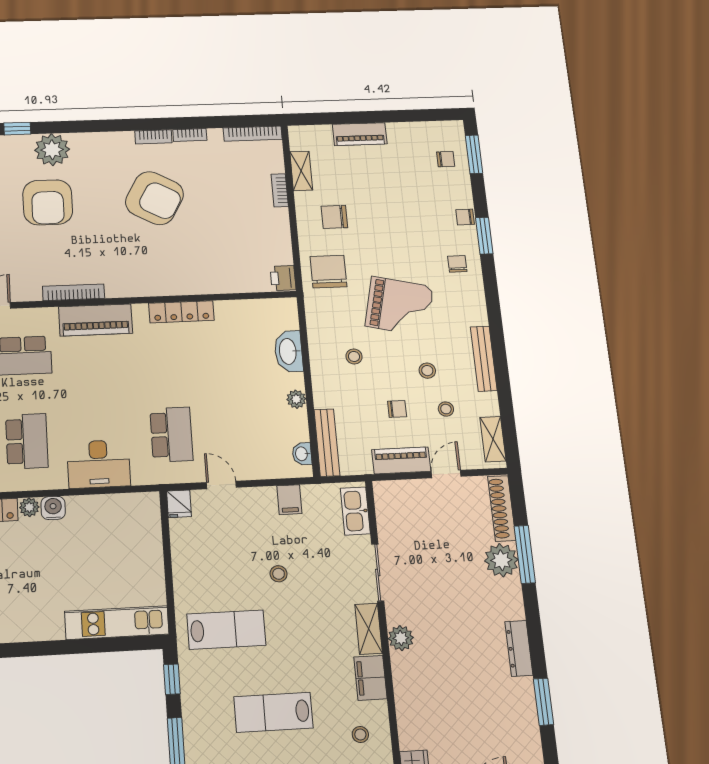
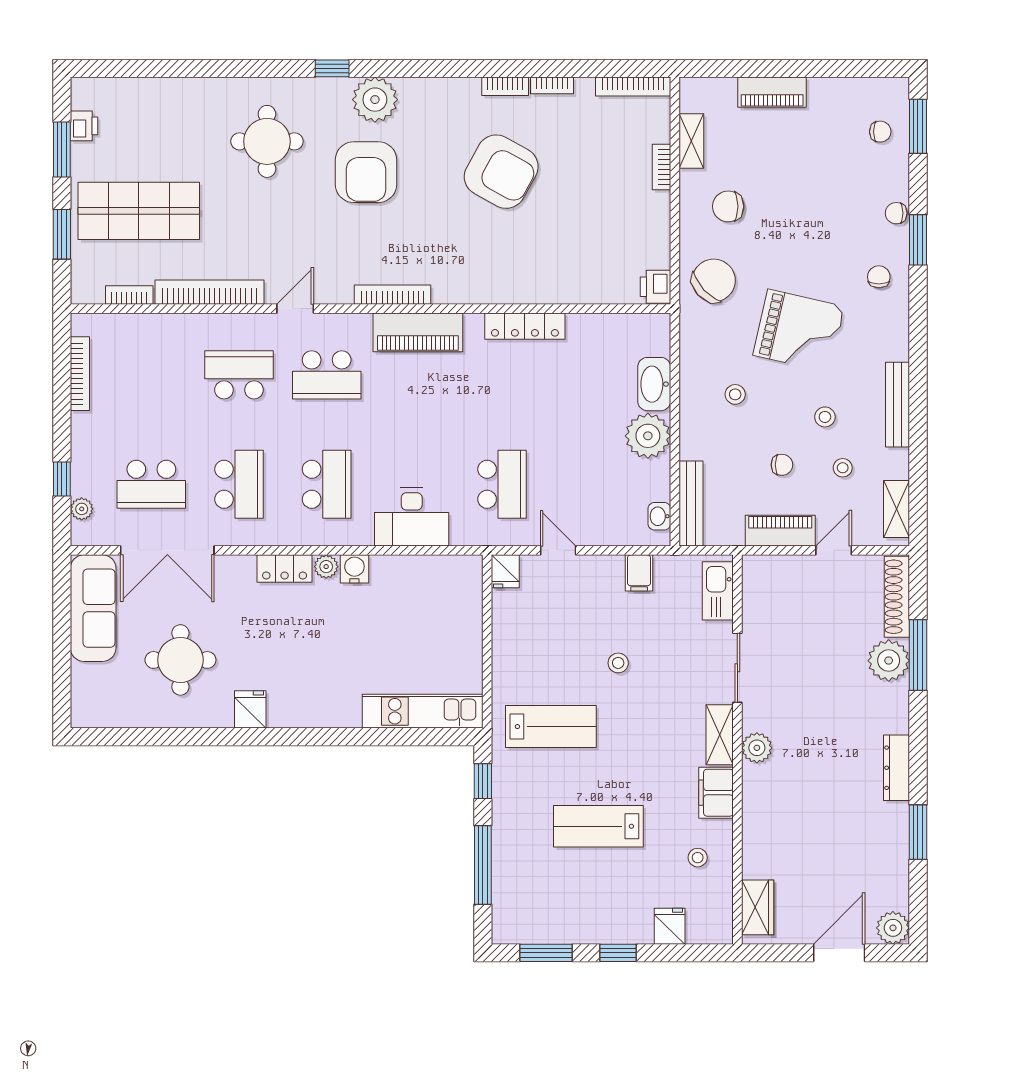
chair: (328, 272) -> (714, 280), turned 47
plant: (296, 399) -> (648, 436), width x1.88, depth x1.88

